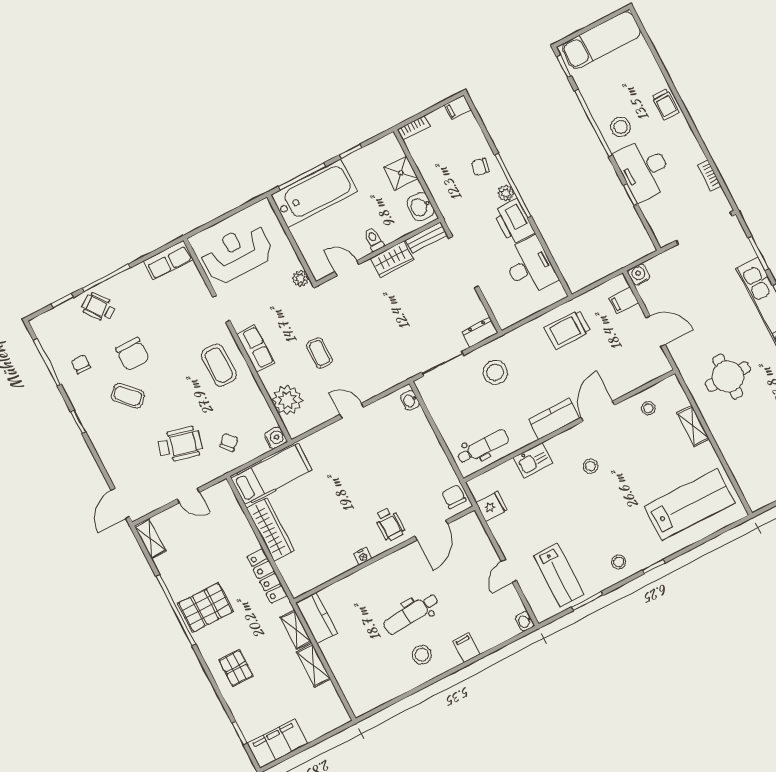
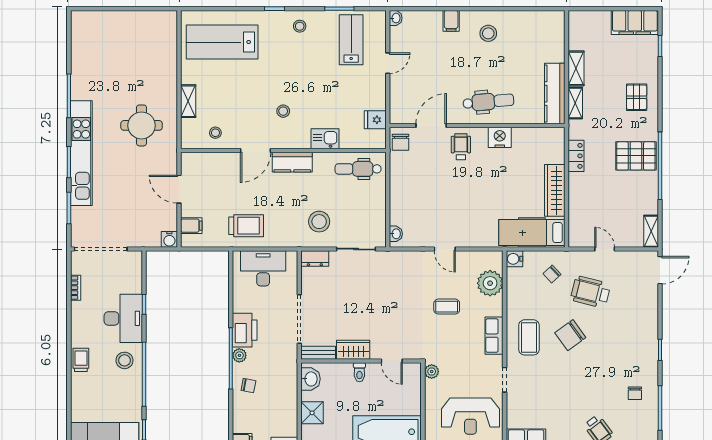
desk: (530, 266) -> (263, 268), moved, turned 90
coffee table: (319, 353) -> (447, 307), turned 90
chair: (133, 354) -> (570, 335), moved, turned -126
coffee table: (128, 396) -> (611, 350), removed
nightstand: (363, 556) -> (500, 137), width x1.89, depth x1.79
locker: (267, 576) -> (576, 156), width x0.66
dental chair: (411, 614) -> (488, 102), moved
kitchen counter: (317, 618) -> (555, 94), width x1.50

